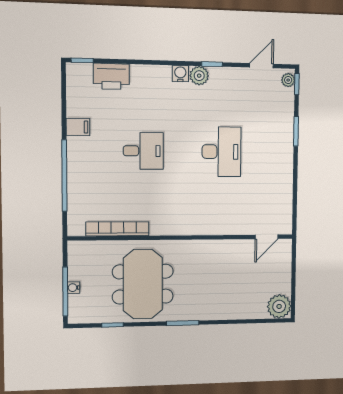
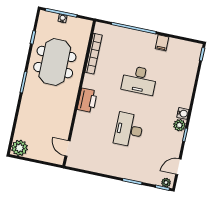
door: (261, 66) -> (178, 167), swing flipped
printer: (111, 76) -> (87, 100), moved, turned 180
desk: (143, 151) -> (139, 80), width x1.37
desk: (221, 152) -> (129, 130), turned 90
meeting table: (143, 284) -> (55, 62), turned 90

